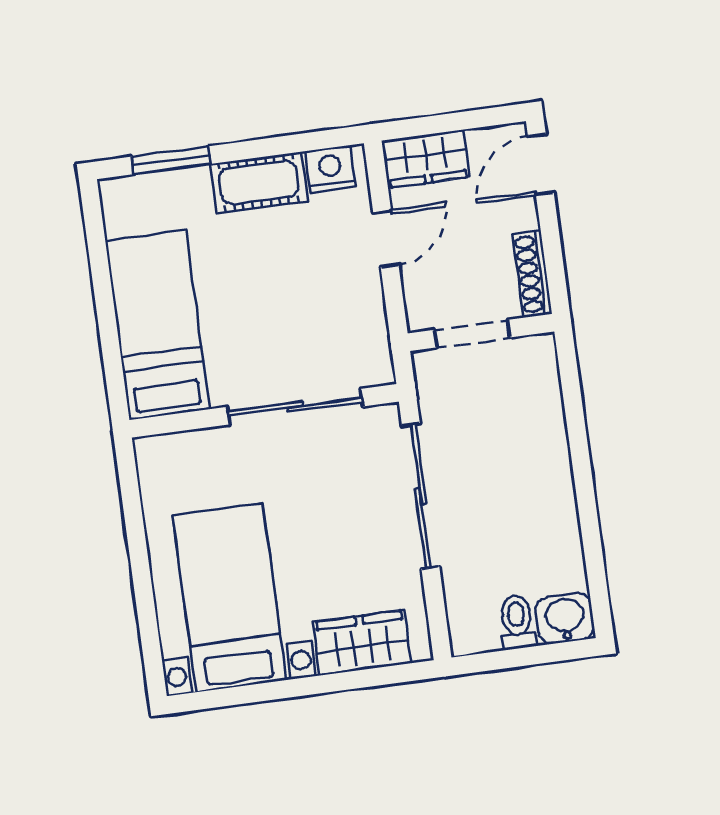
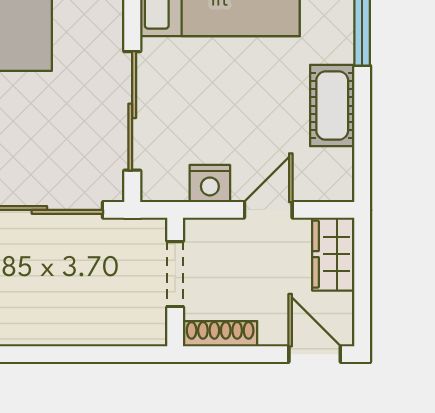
nightstand: (330, 169) -> (210, 183), moved, turned 90
door: (386, 239) -> (268, 210), swing flipped

